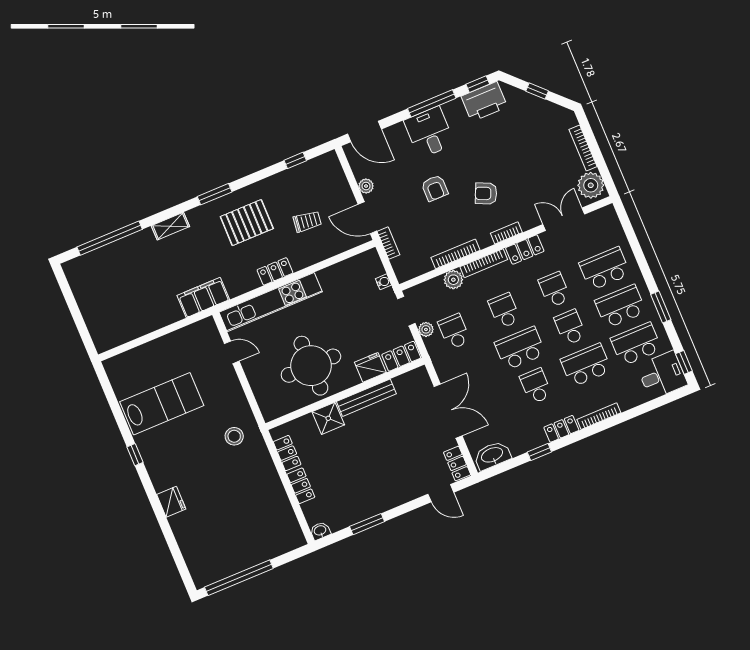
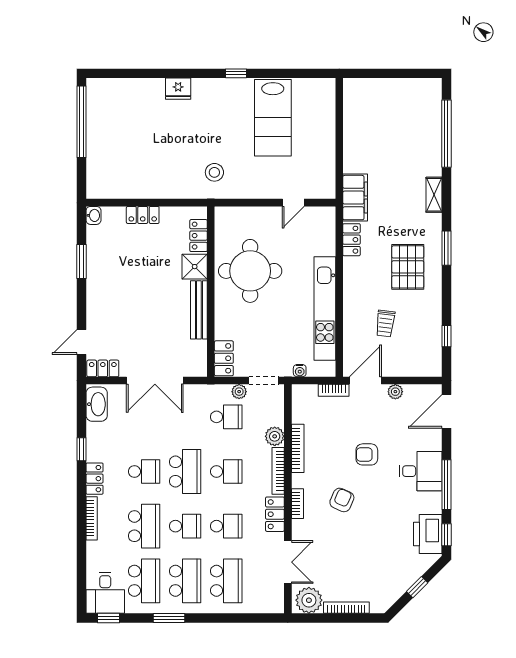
locker: (275, 271) -> (351, 240), moved
kitchen unit: (271, 302) -> (325, 308), moved
fridge: (370, 367) -> (226, 325), removed
locker: (287, 453) -> (199, 236), moved, turned 90

